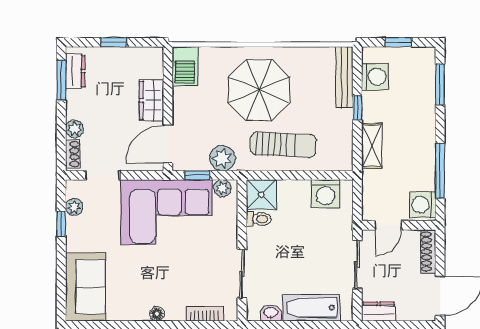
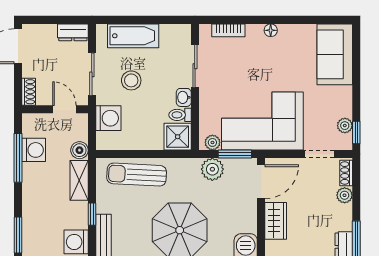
sun lounger: (283, 145) -> (137, 175), moved
window: (197, 175) -> (235, 154), width x1.50
boiler: (371, 179) -> (79, 150), added
washing machine: (326, 194) -> (108, 118), moved, turned 90
washing machine: (423, 205) -> (34, 150), moved
window: (61, 224) -> (356, 132), moved
door: (388, 225) -> (64, 109), hinge flipped
shoe rack: (428, 252) -> (29, 92), width x0.70
stool: (313, 258) -> (131, 80), added
washbasin: (271, 313) -> (184, 97), moved, turned 90

